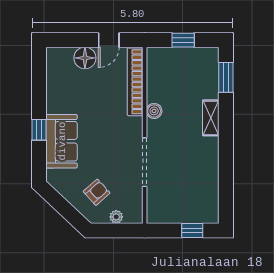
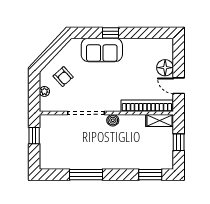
boiler: (154, 111) -> (113, 120), moved
shelving: (211, 118) -> (160, 120), moved
window: (226, 162) -> (86, 175), added
window: (192, 230) -> (34, 136), moved

